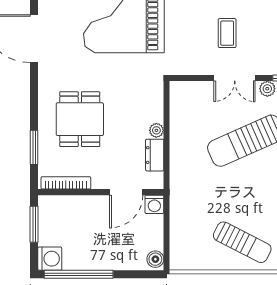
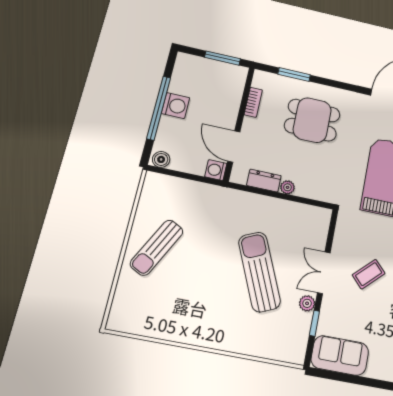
coffee table: (227, 33) -> (369, 274), turned -44
bookcase: (66, 183) -> (253, 102), width x0.64
washing machine: (50, 259) -> (176, 106), moved, turned -90
window: (79, 274) -> (159, 108), moved

